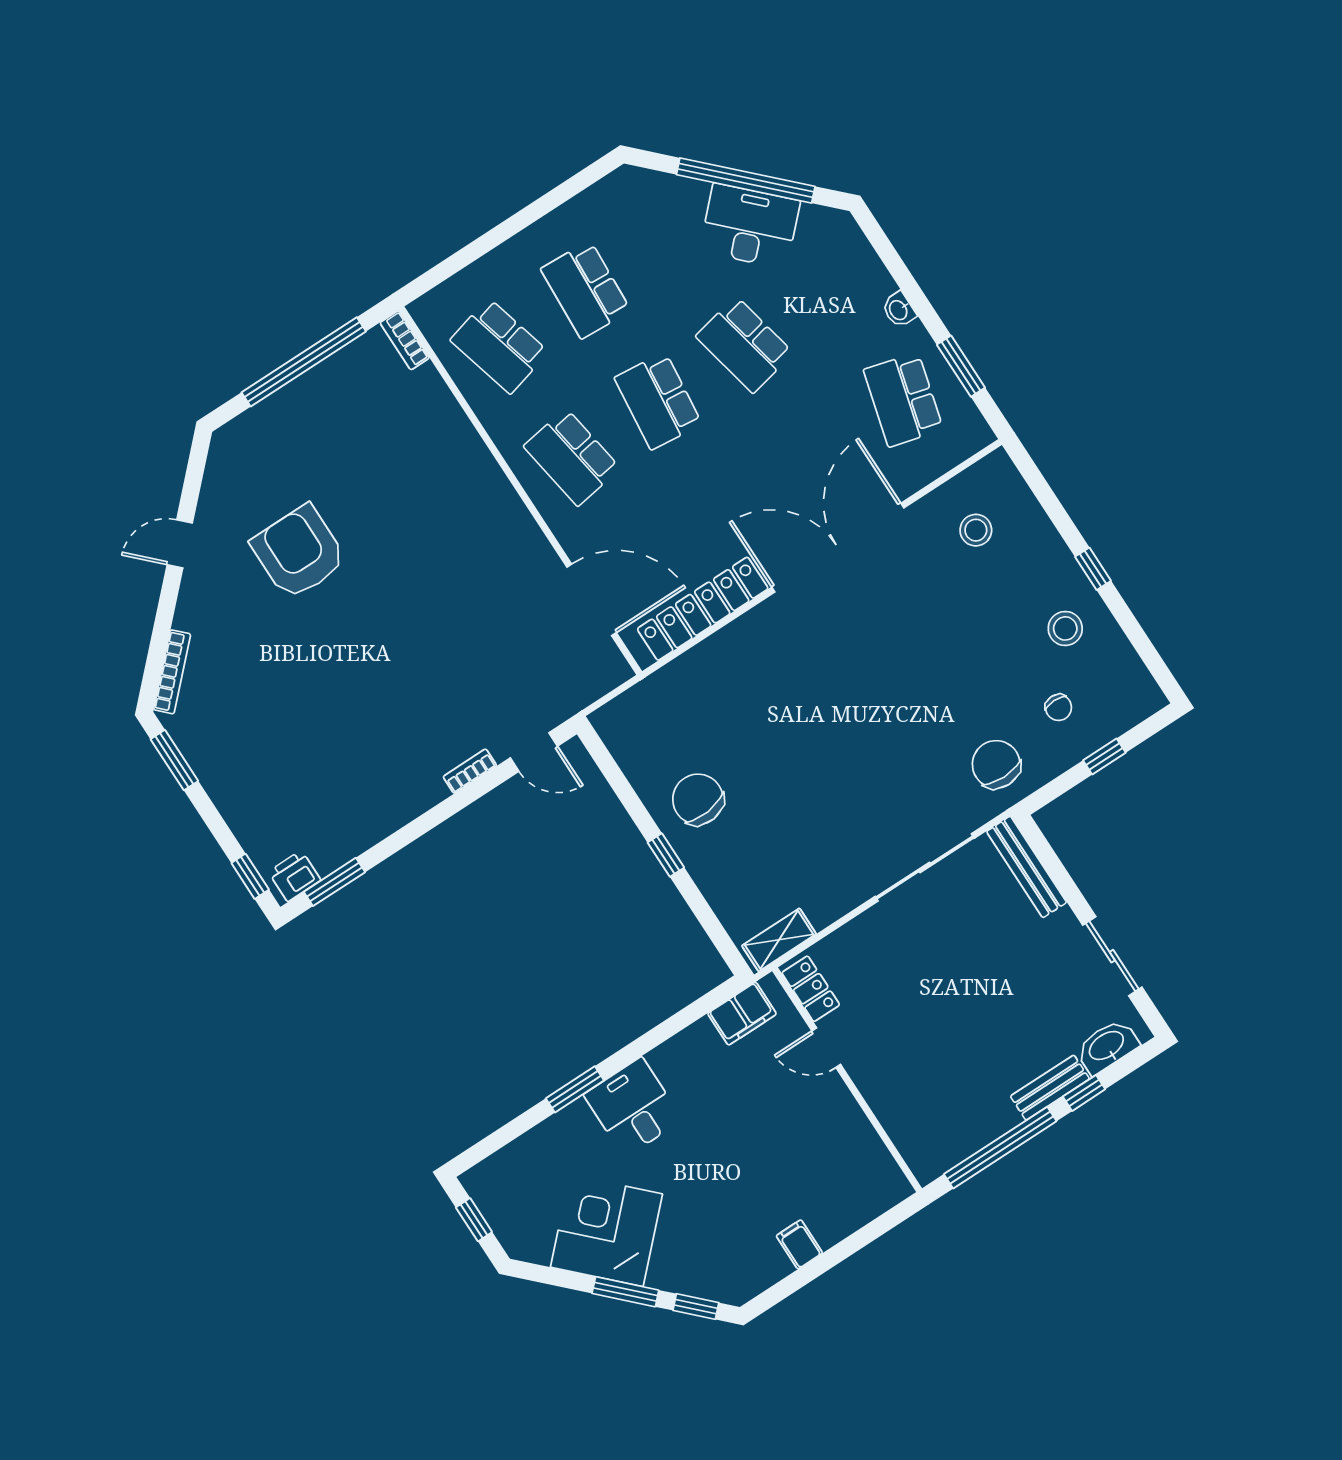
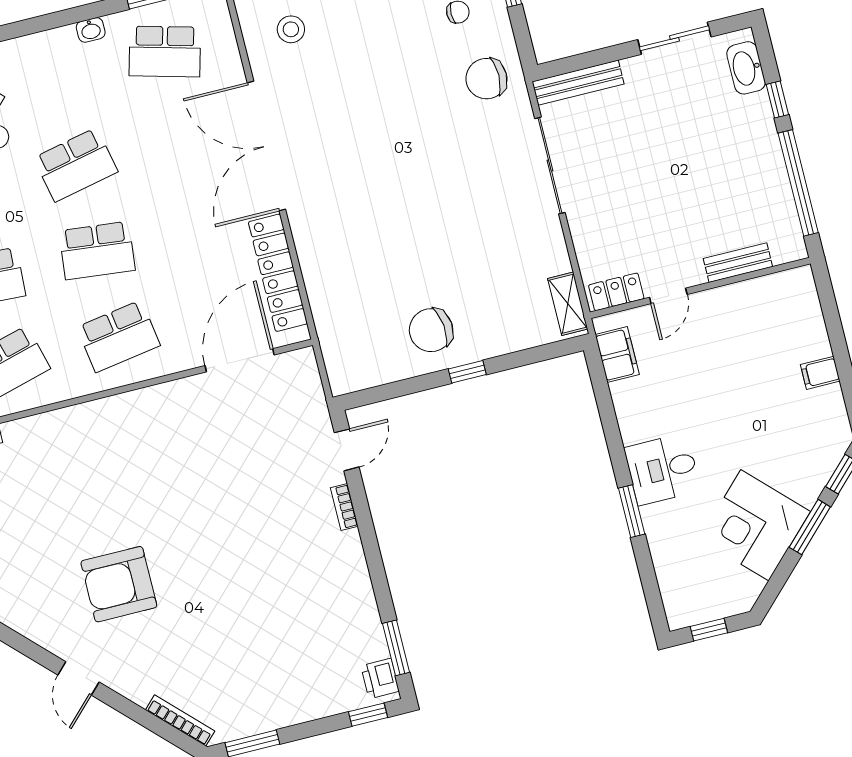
bench: (1050, 1088) -> (738, 263), moved, turned 90

